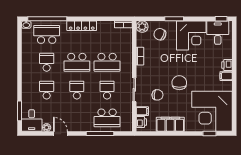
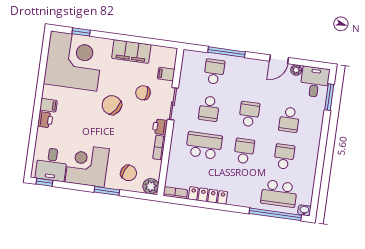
locker: (82, 26) -> (208, 195), moved
school desk: (47, 62) -> (284, 157), turned 180
school desk: (77, 62) -> (244, 151), width x0.54
chair: (179, 83) -> (112, 105), turned 124
school desk: (77, 90) -> (249, 114), turned 180
school desk: (107, 118) -> (214, 72), width x0.54
printer: (141, 122) -> (160, 127), moved
door: (60, 134) -> (279, 59), hinge flipped

